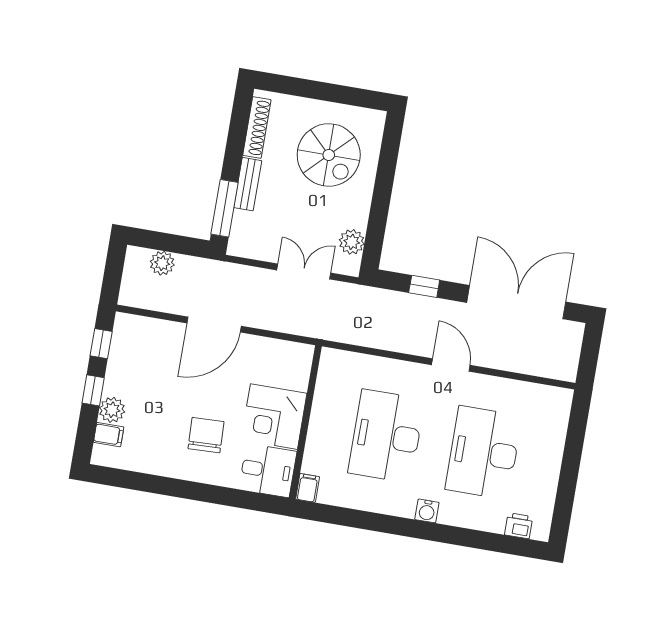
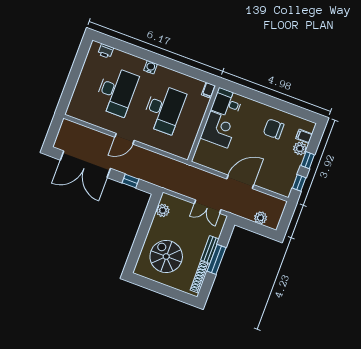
window: (225, 208) -> (216, 259), moved
double door: (304, 271) -> (208, 207), moved
door: (451, 365) -> (125, 139), hinge flipped
chair: (206, 435) -> (274, 129), moved, turned 92

